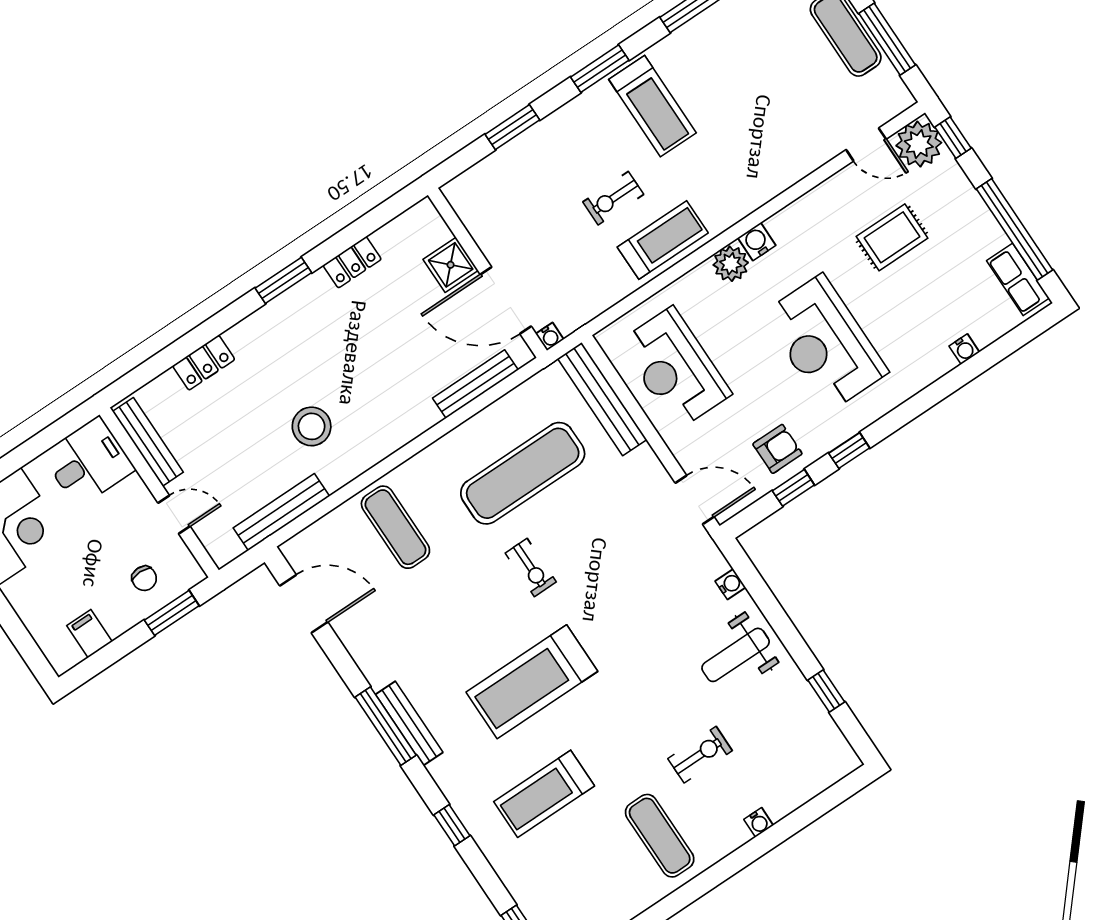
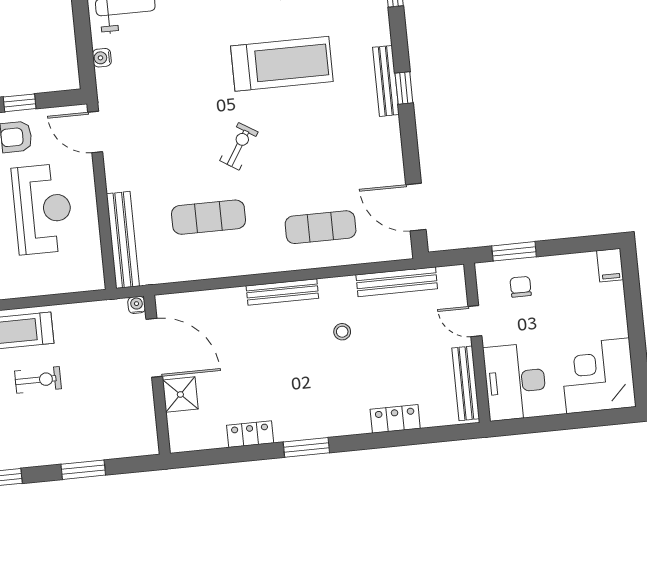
reception desk: (675, 368) -> (43, 209), moved
bench: (475, 384) -> (282, 292), moved
stool: (312, 426) -> (342, 332), width x0.53, depth x0.53
desk: (88, 462) -> (515, 382), width x1.37
exercise mat: (523, 473) -> (209, 217), width x0.73, depth x0.69
exercise mat: (395, 527) -> (321, 227), turned 90
exercise bike: (531, 567) -> (239, 146), turned 32
filing cabinet: (89, 634) -> (610, 265), moved
window: (386, 726) -> (404, 88), width x0.46

